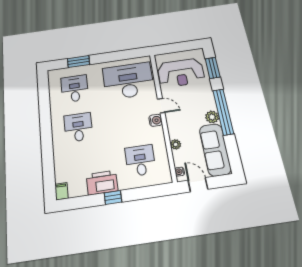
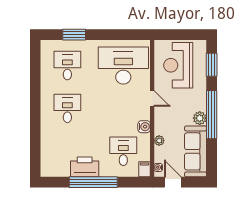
reception desk: (181, 73) -> (178, 65), turned 90
water cooler: (156, 120) -> (144, 127), moved
filing cabinet: (61, 191) -> (144, 169), moved
window: (113, 197) -> (93, 182), width x3.17

